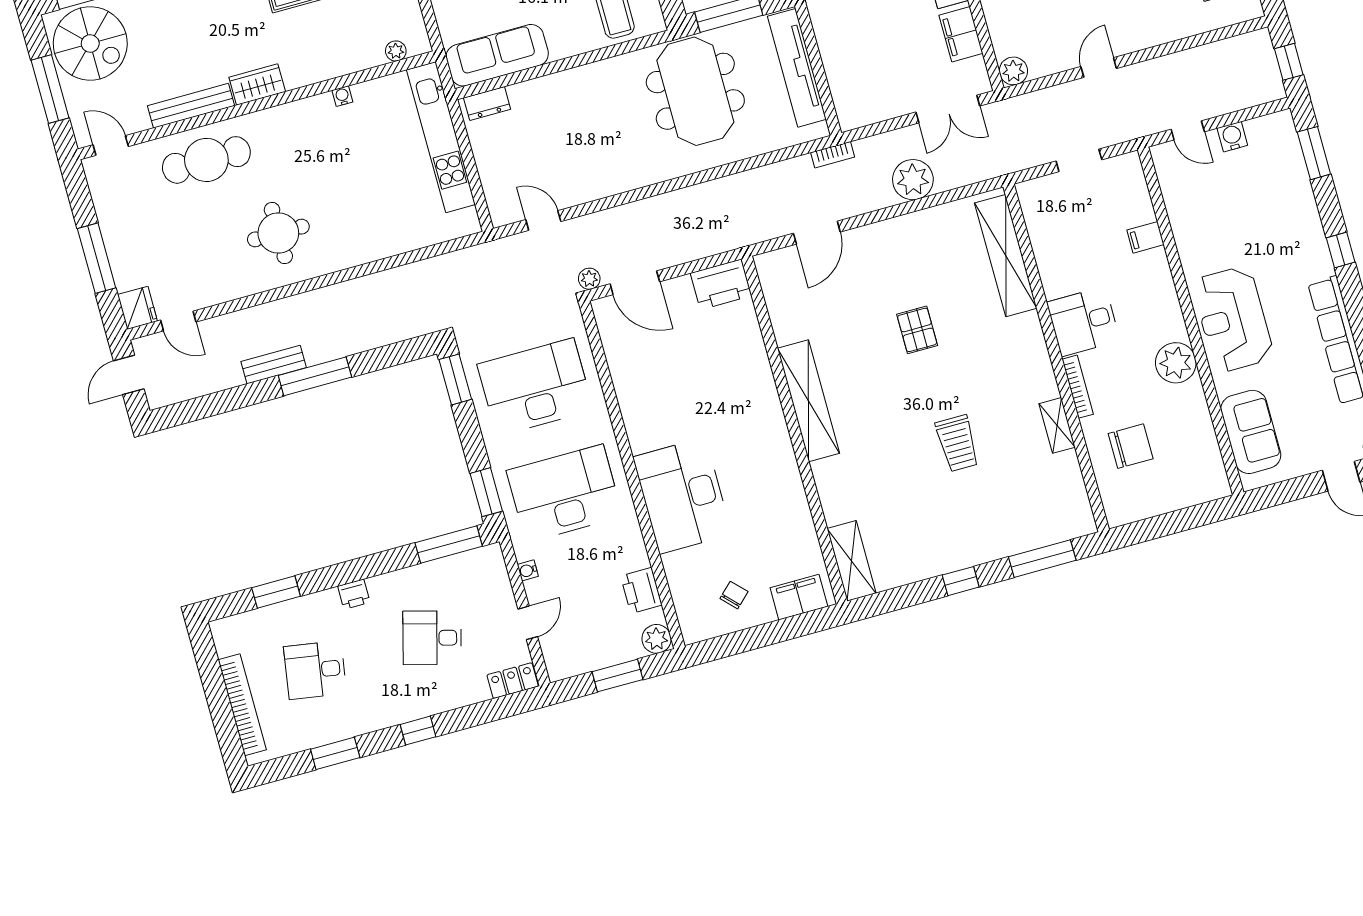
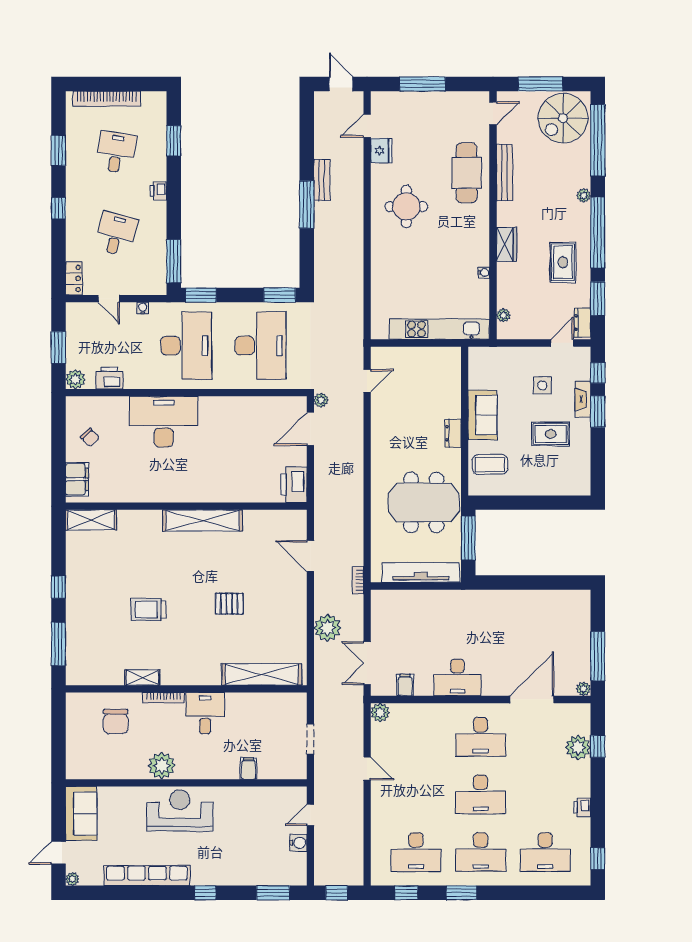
filing cabinet: (961, 34) -> (405, 685), width x0.50
sofa: (497, 55) -> (483, 415), moved, width x0.73
wardrobe: (257, 85) -> (506, 244), moved
dresser: (487, 103) -> (453, 433), moved
fridge: (137, 308) -> (381, 151), moved, turned -90
sofa: (1251, 432) -> (81, 813), moved, turned -90

